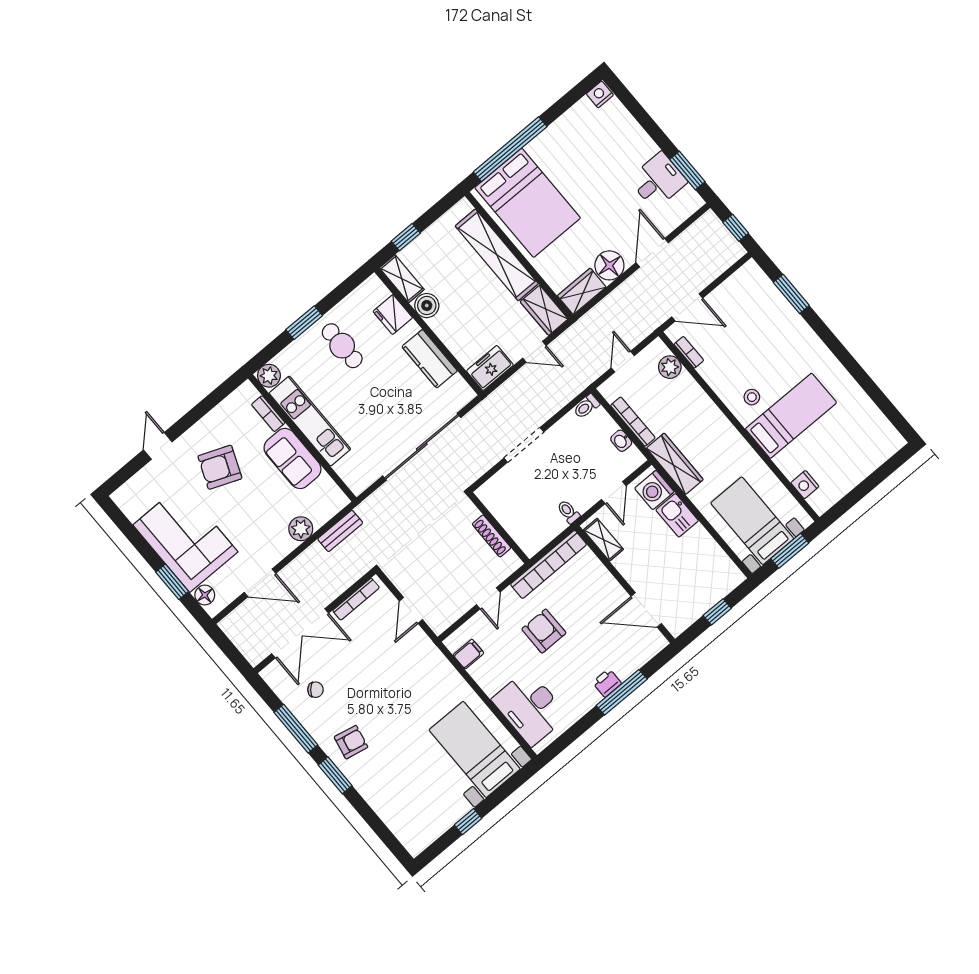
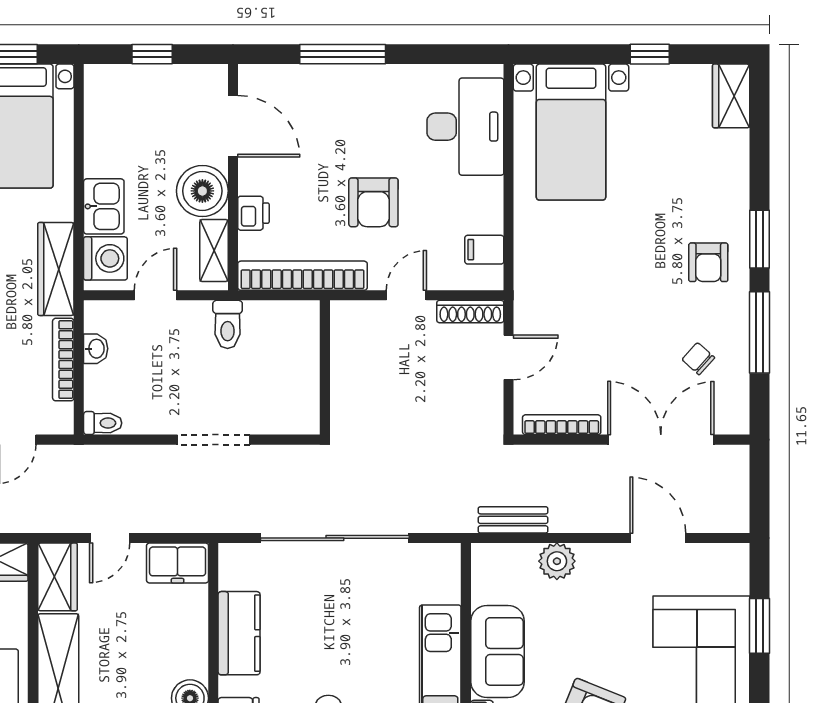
door: (534, 352) -> (110, 538), swing flipped
toilet: (568, 512) -> (228, 324), width x1.37, depth x1.39
shoe rack: (492, 536) -> (470, 312), moved, turned 90
boiler: (634, 565) -> (202, 191), added
floor lamp: (205, 595) -> (735, 578), removed
printer: (607, 683) -> (253, 213), moved, turned -90
armchair: (351, 742) -> (708, 262), turned -102
wardrobe: (410, 835) -> (731, 96), added

